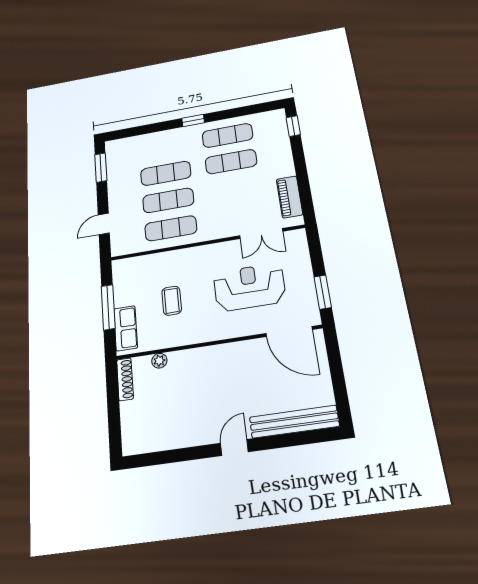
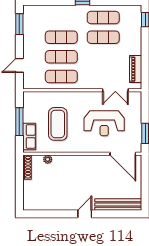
reception desk: (249, 287) -> (104, 123), turned 180
coffee table: (172, 301) -> (58, 124), width x1.86, depth x1.72

